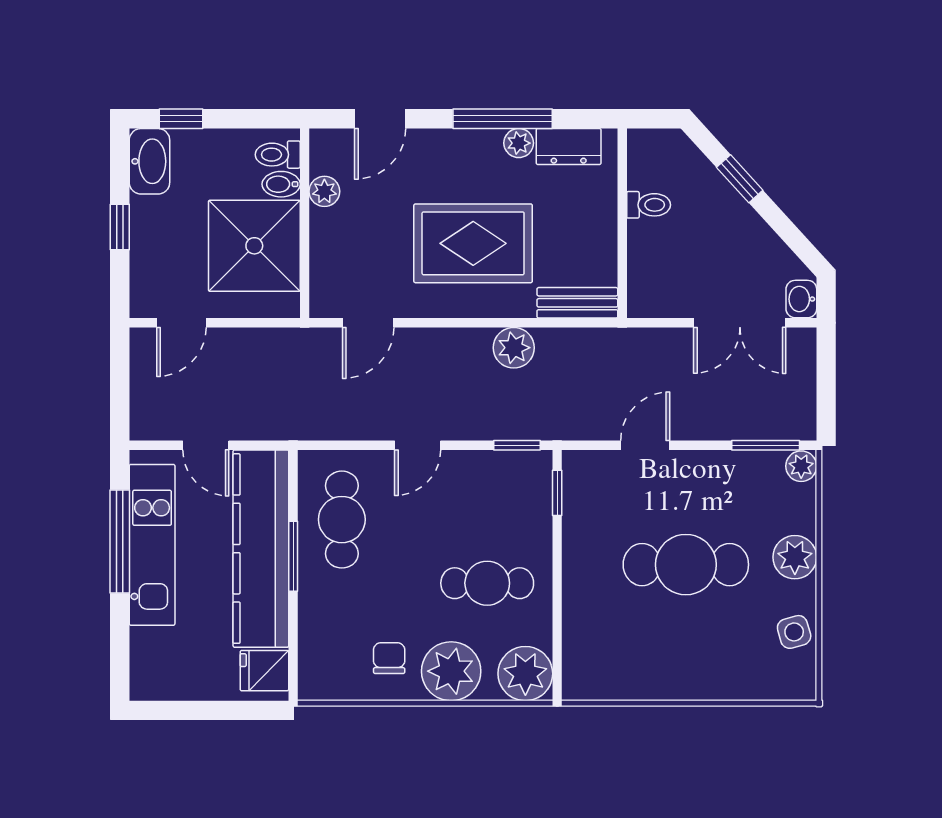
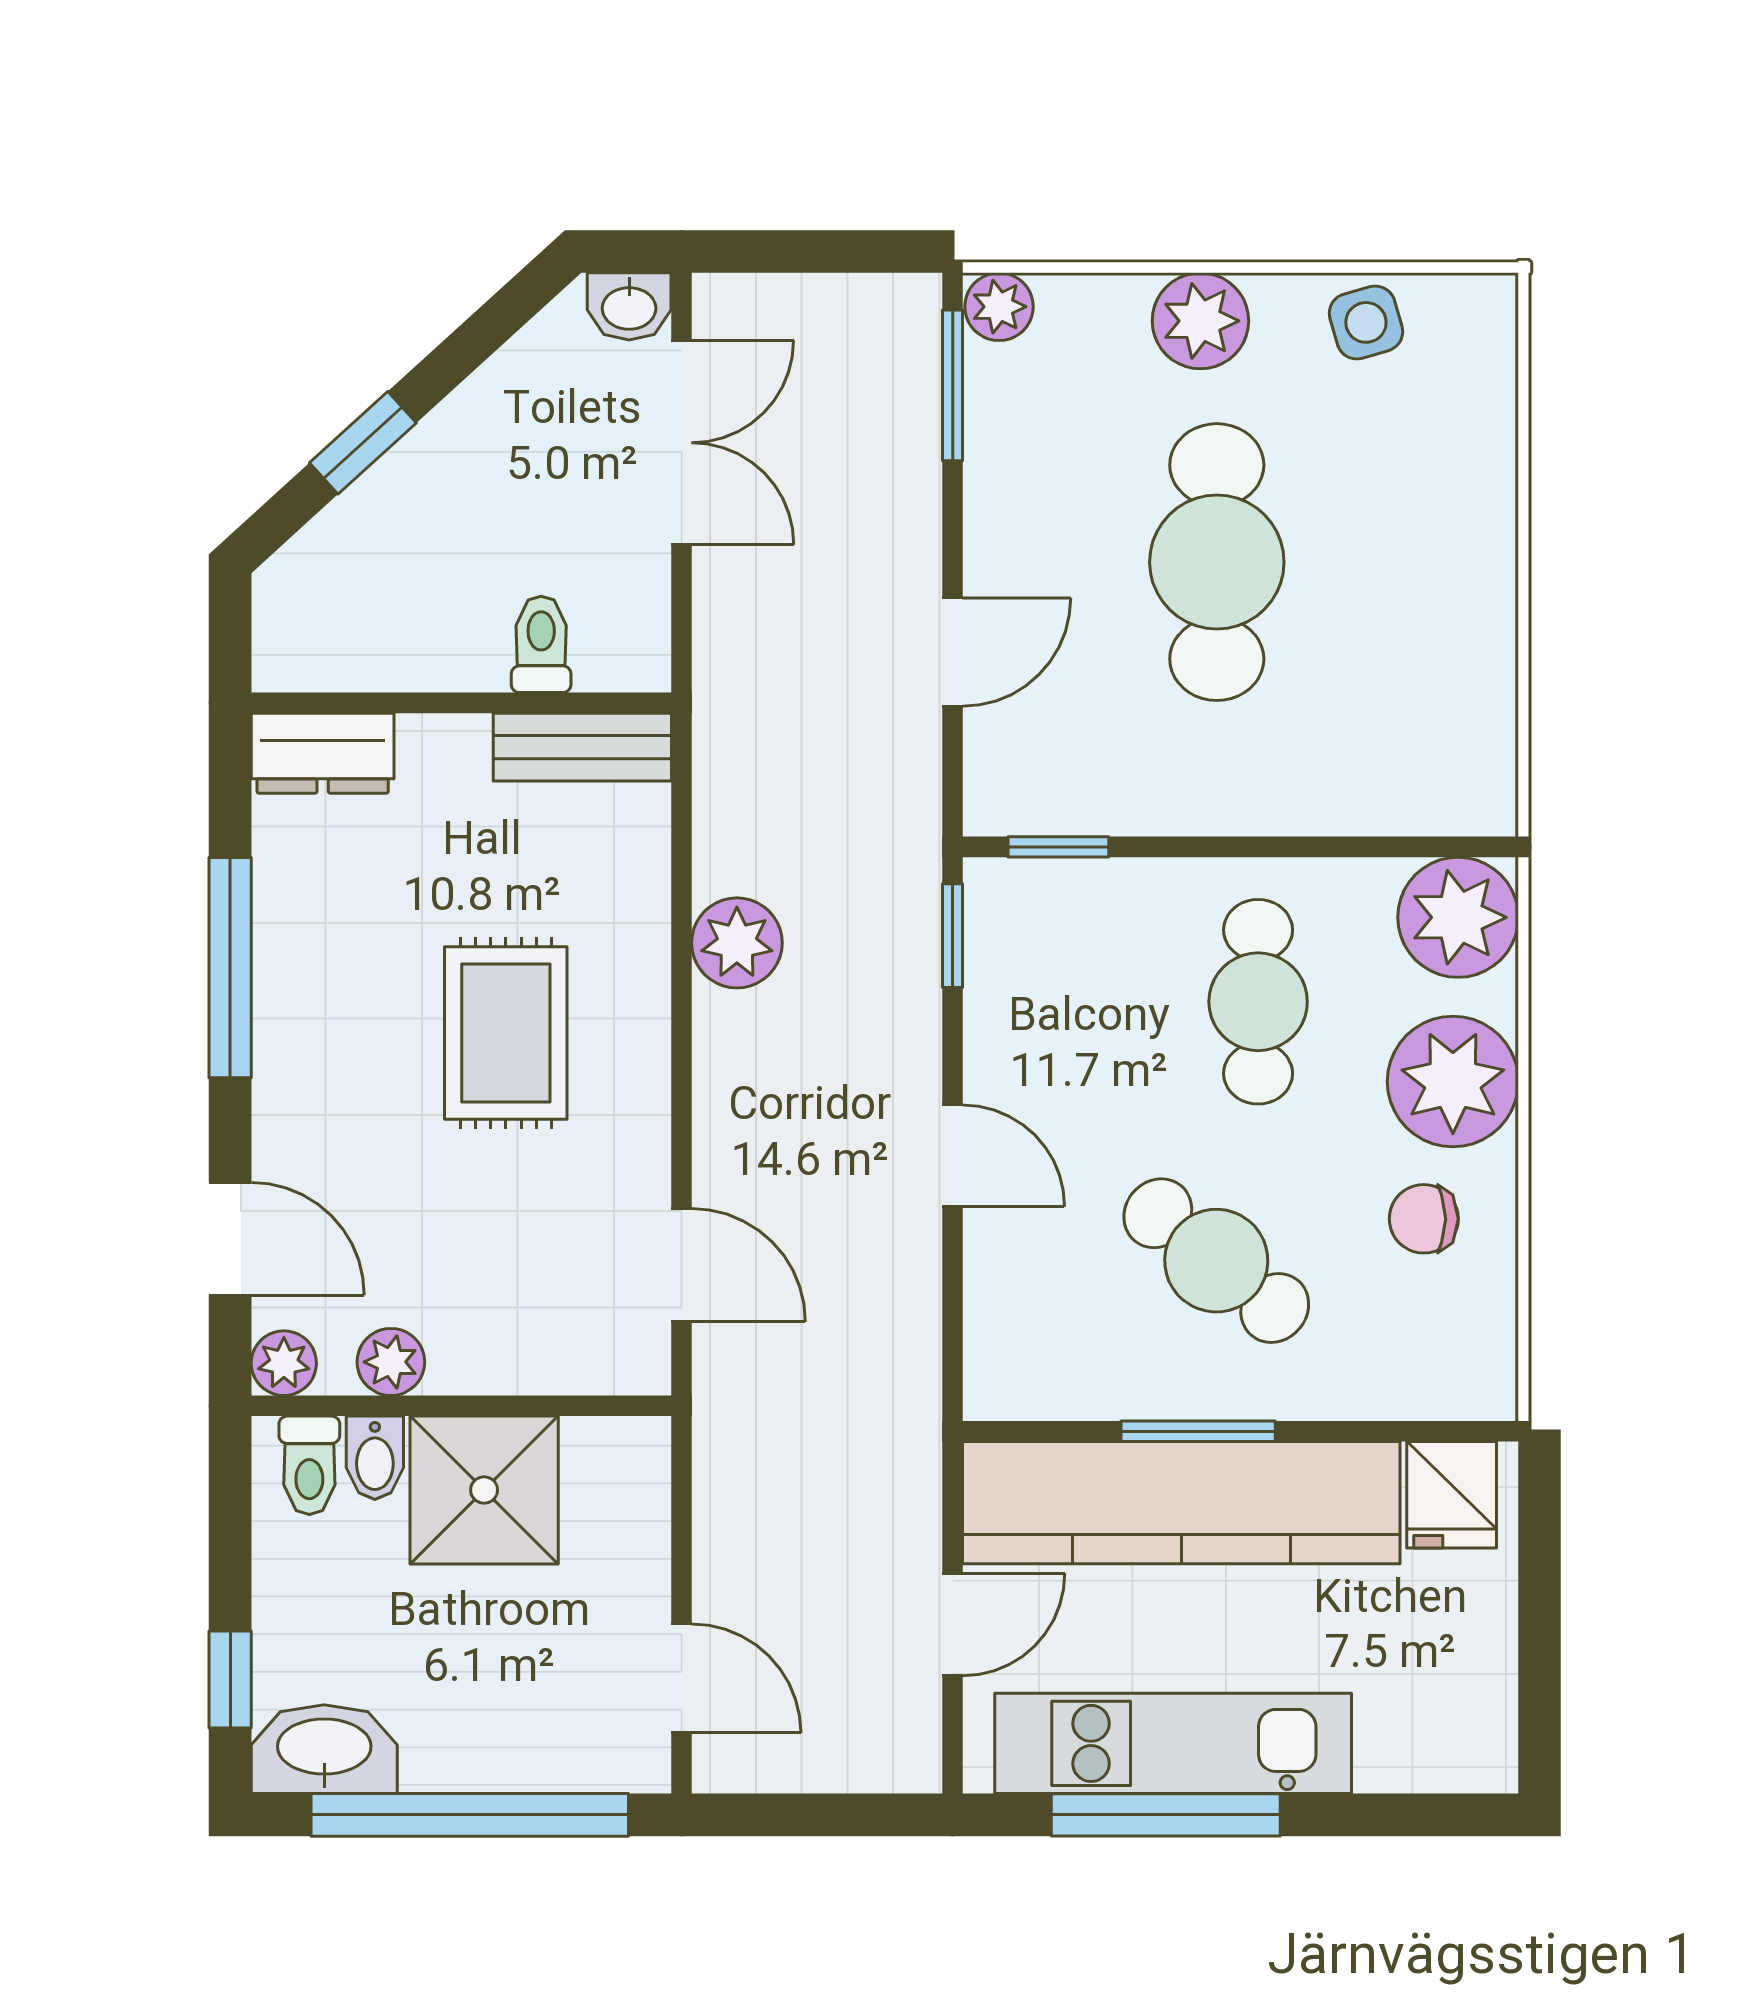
plant: (519, 143) -> (284, 1363), moved
dresser: (569, 146) -> (323, 753), moved, turned 90
toilet: (649, 205) -> (541, 644), moved
window: (120, 227) -> (470, 1815), width x3.17
rug: (473, 243) -> (506, 1033), width x0.73, depth x0.70
shower: (254, 246) -> (484, 1490), width x0.73, depth x0.73
bench: (577, 303) -> (582, 747), moved, turned 90
door: (645, 445) -> (953, 652), swing flipped
cafe table: (342, 520) -> (1216, 1261), moved, turned 39

